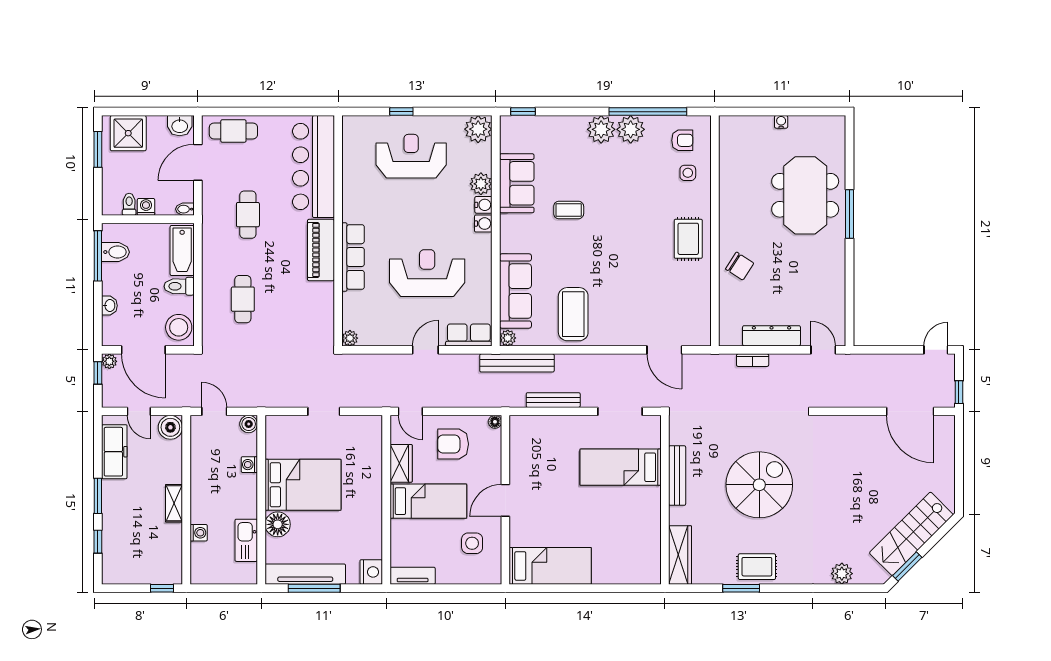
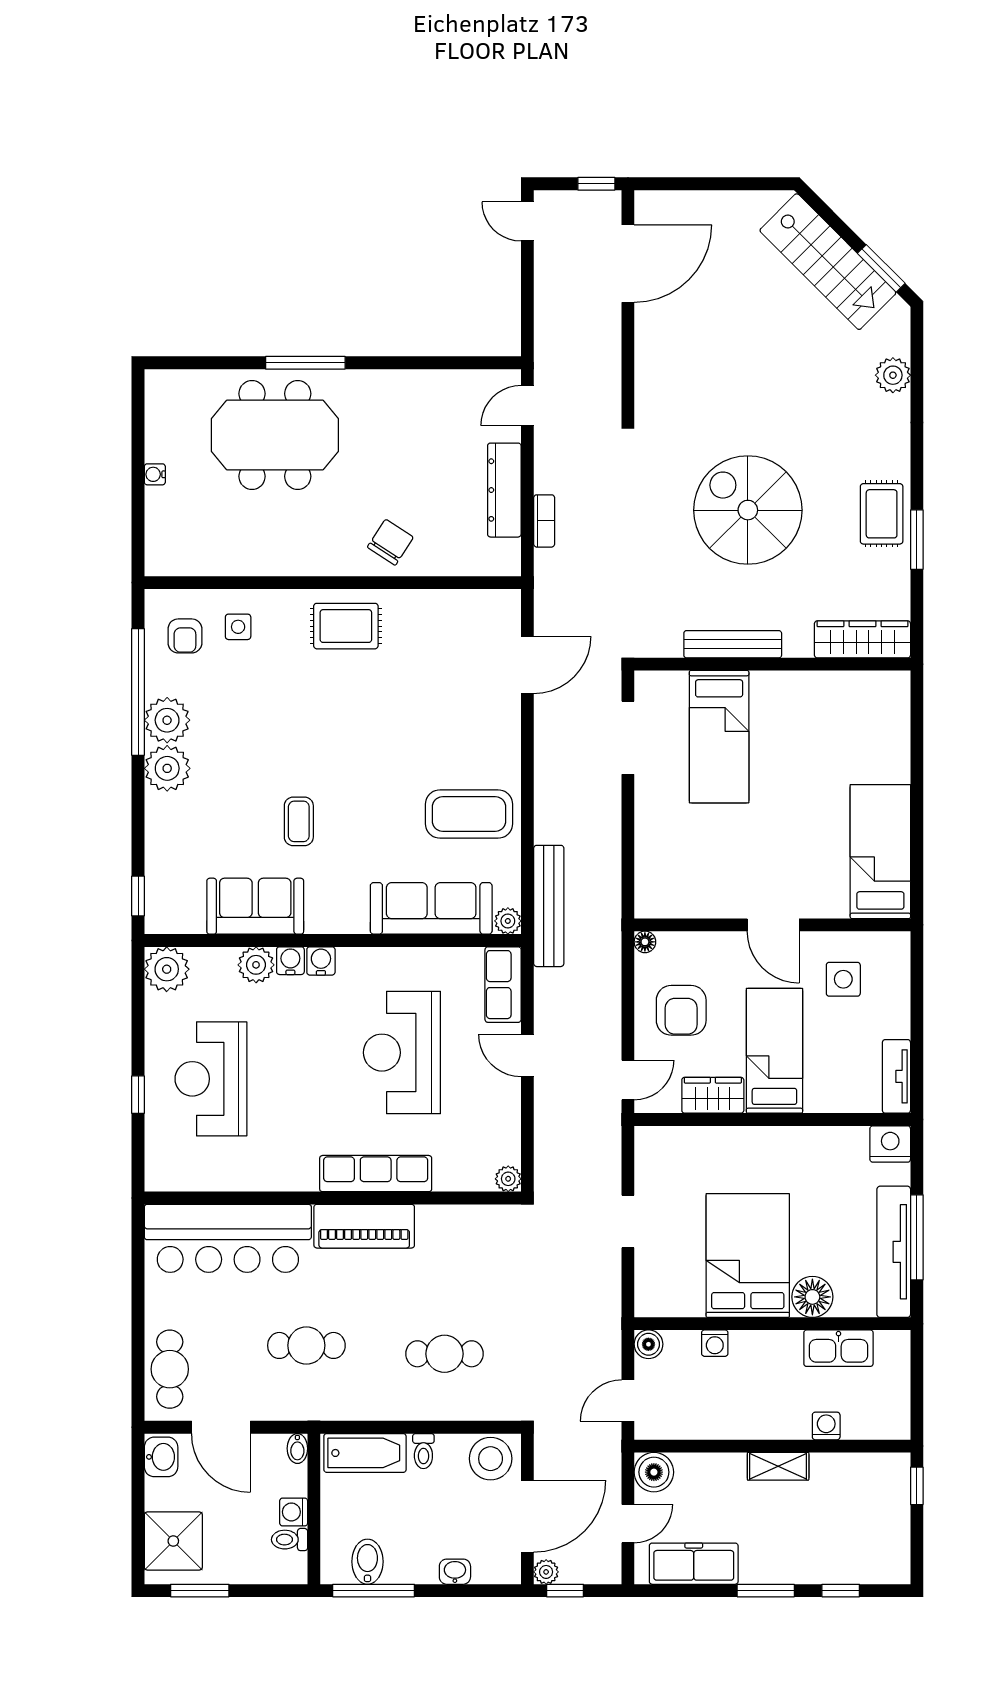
armchair: (682, 140) -> (185, 636), turned 180
toilet: (179, 286) -> (423, 1451), width x0.73, depth x0.72
bench: (553, 400) -> (609, 847), removed

